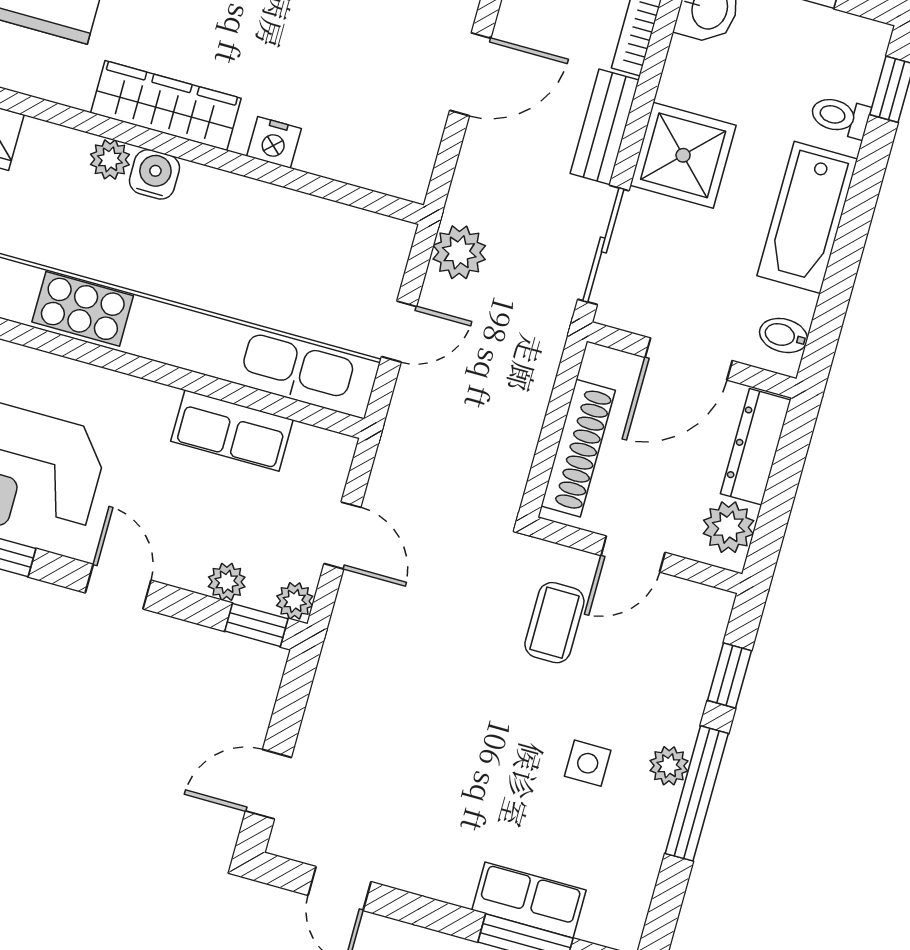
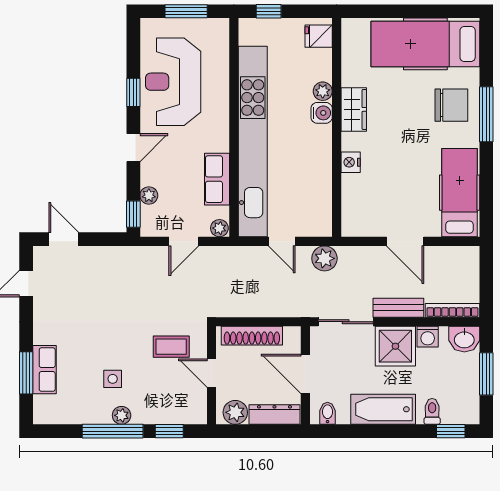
washing machine: (682, 83) -> (428, 337), added
wardrobe: (166, 106) -> (354, 109), width x0.67
plant: (295, 601) -> (219, 228), moved

